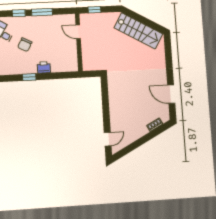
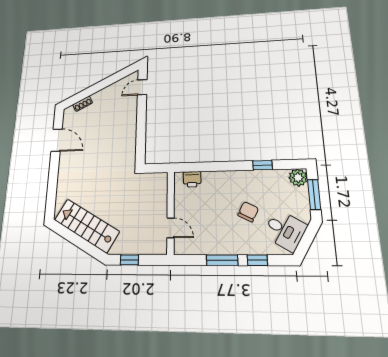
window: (94, 10) -> (129, 260), moved
printer: (44, 67) -> (192, 179), moved
window: (29, 77) -> (263, 165), moved

